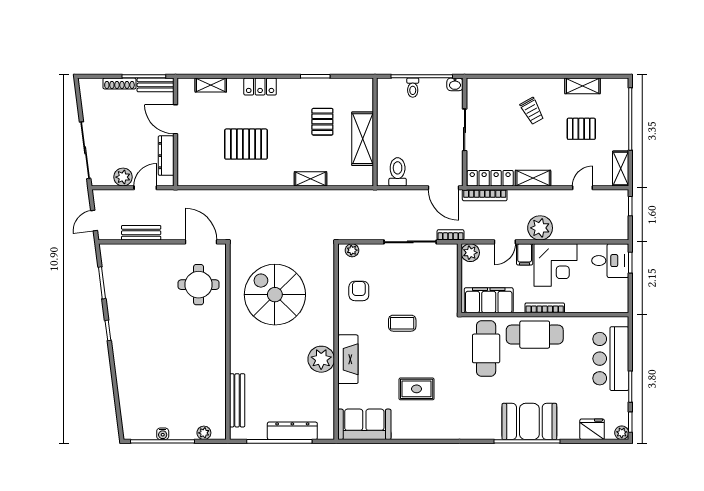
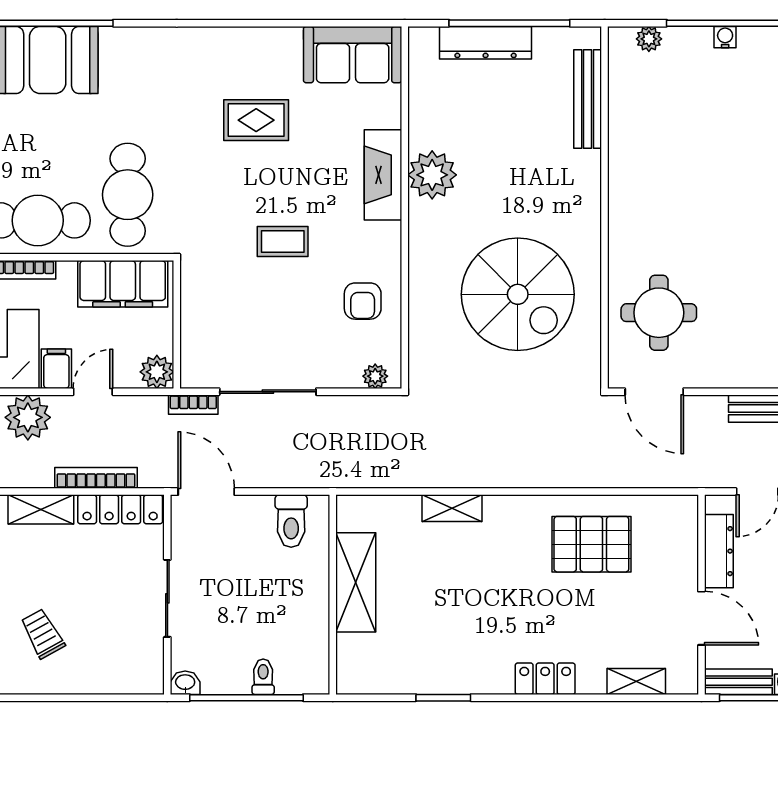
pallet: (322, 122) -> (430, 614), removed
pallet: (246, 144) -> (591, 544), moved
bookcase: (485, 195) -> (96, 478), moved

